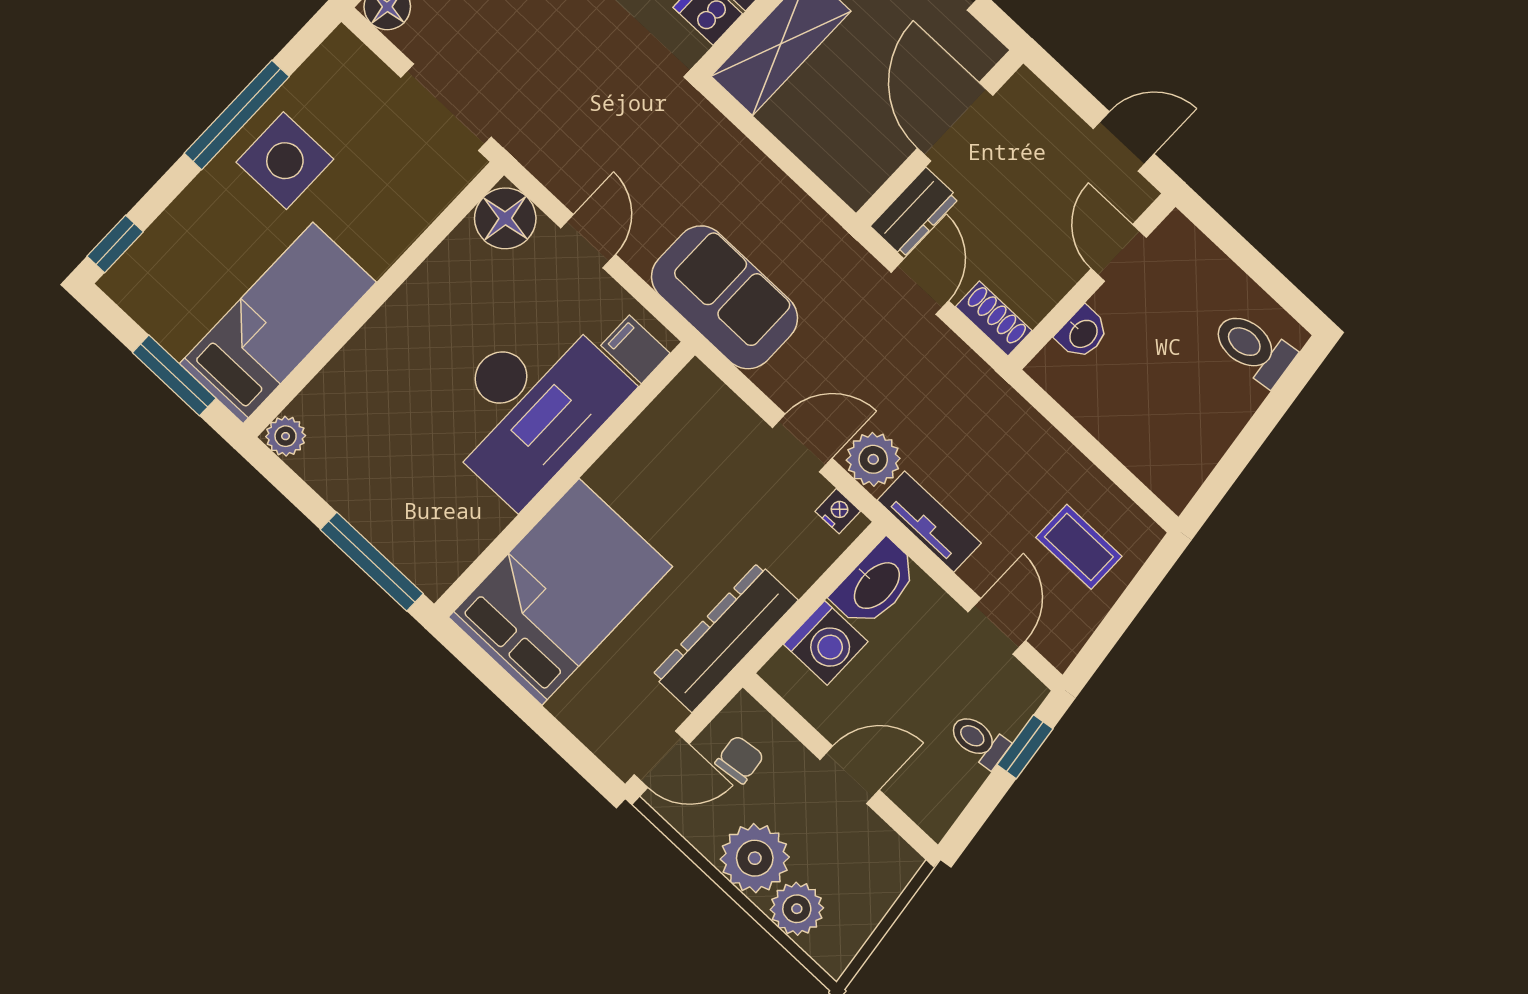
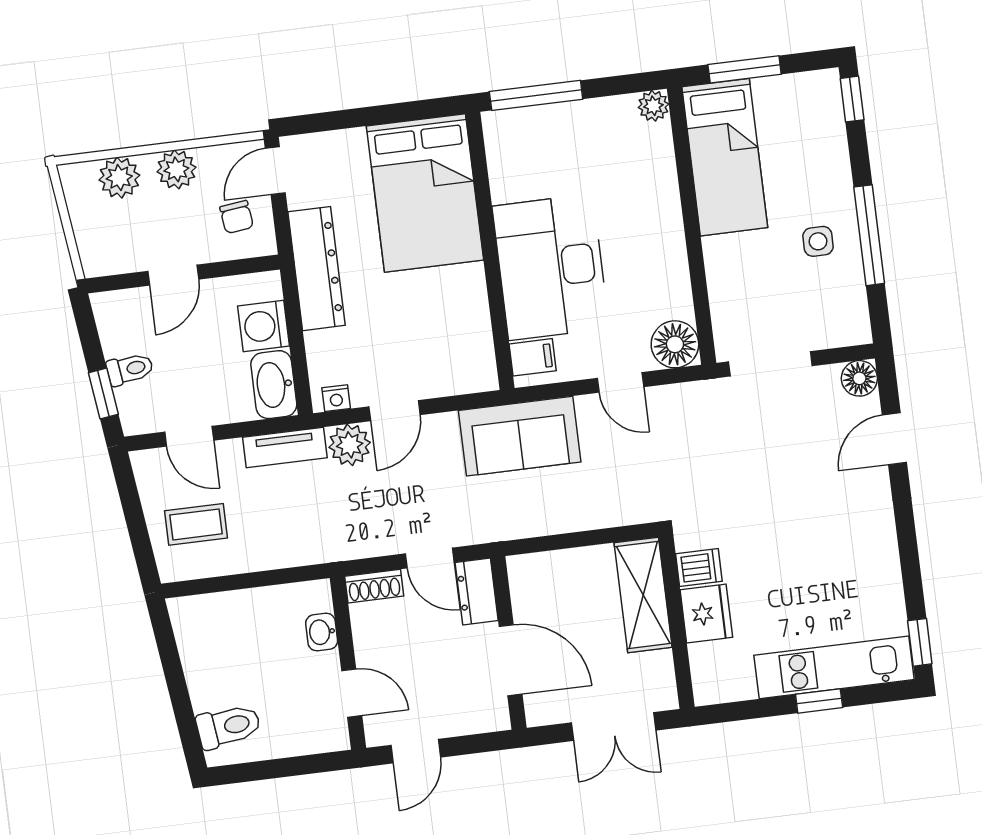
side table: (285, 161) -> (818, 241), width x0.54, depth x0.54
plant: (755, 858) -> (176, 169), width x0.73, depth x0.73

